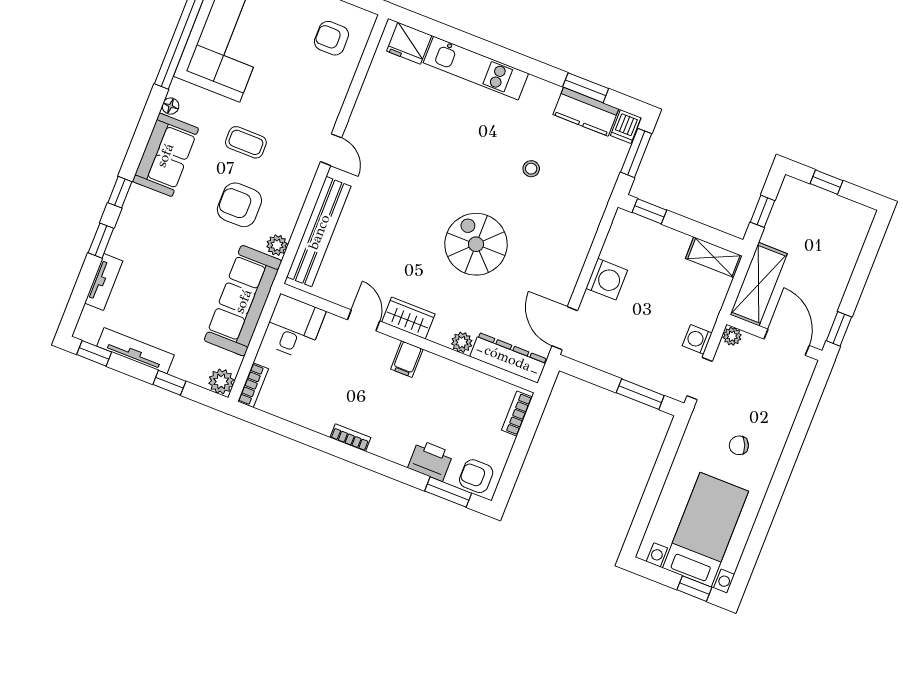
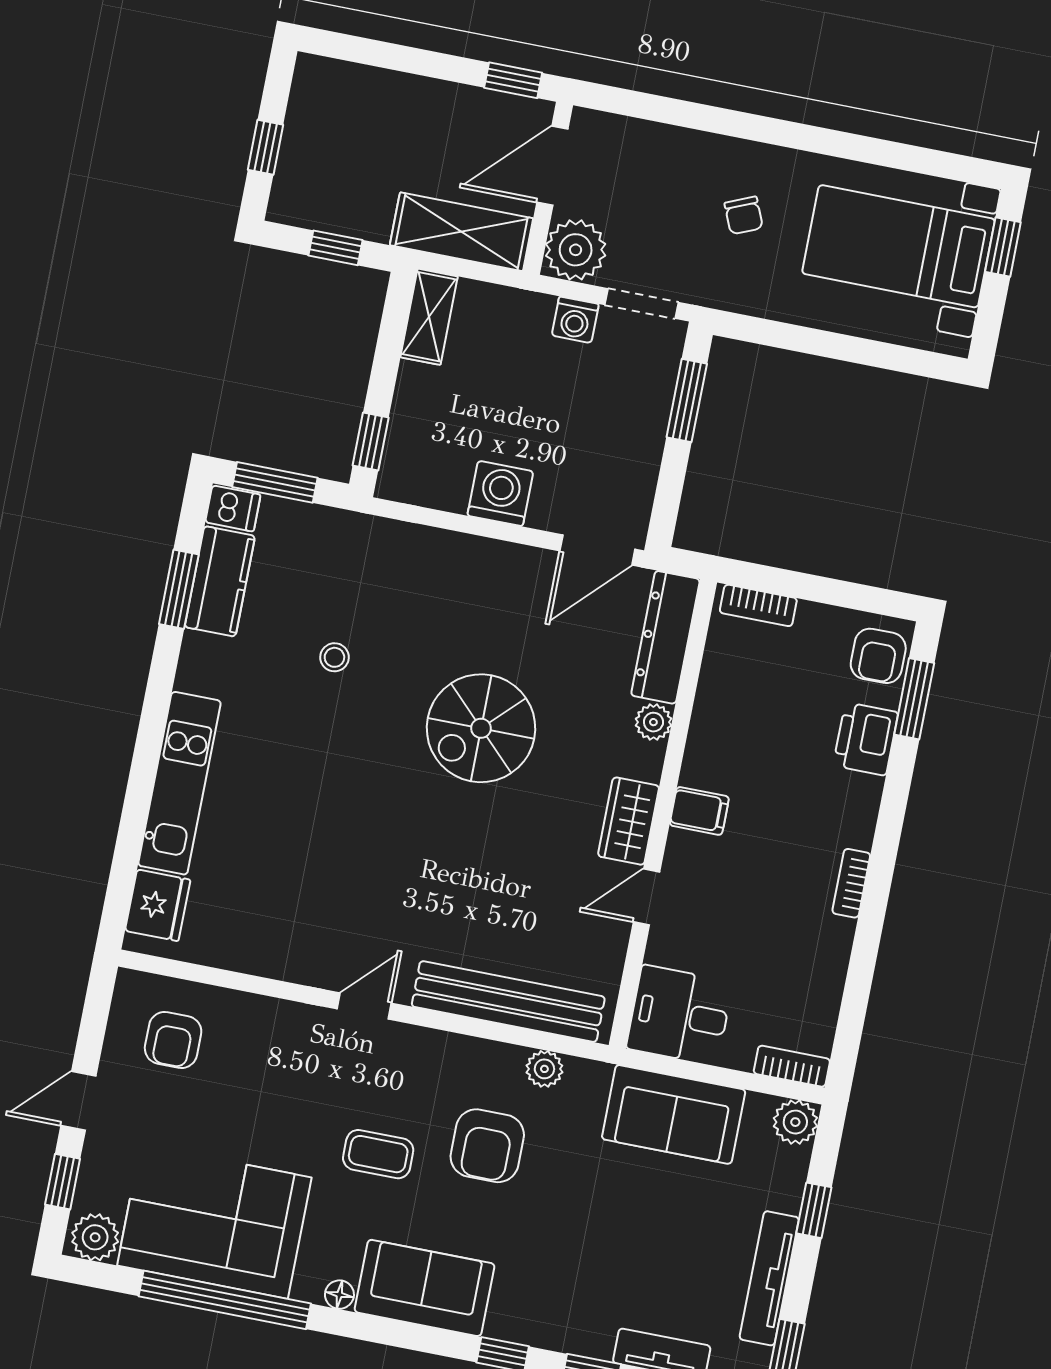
coffee table: (246, 142) -> (378, 1154), turned 90
sofa: (243, 301) -> (674, 1114), width x0.73
plant: (732, 336) -> (576, 250), width x1.88, depth x1.88

